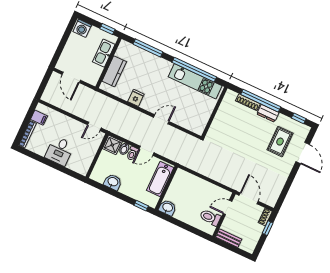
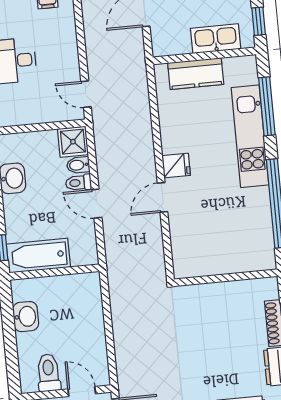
kitchen unit: (195, 81) -> (250, 136), moved
fridge: (136, 98) -> (176, 166), moved
door: (161, 119) -> (163, 197), swing flipped
bathtub: (160, 179) -> (38, 256), moved
washbasin: (167, 208) -> (26, 317), moved

